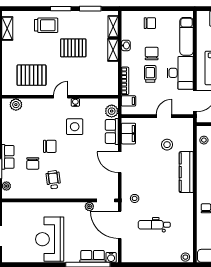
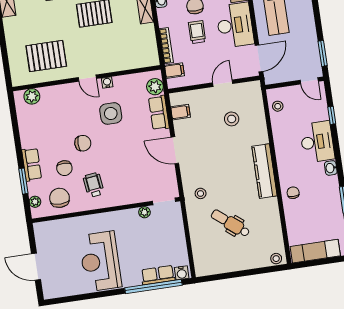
door: (61, 97) -> (87, 78), swing flipped
filing cabinet: (128, 134) -> (181, 112), width x0.50
kitchen counter: (186, 172) -> (264, 171), moved
chair: (26, 186) -> (60, 198), added
door: (120, 225) -> (187, 230), removed
dental chair: (154, 225) -> (230, 223), turned 39

